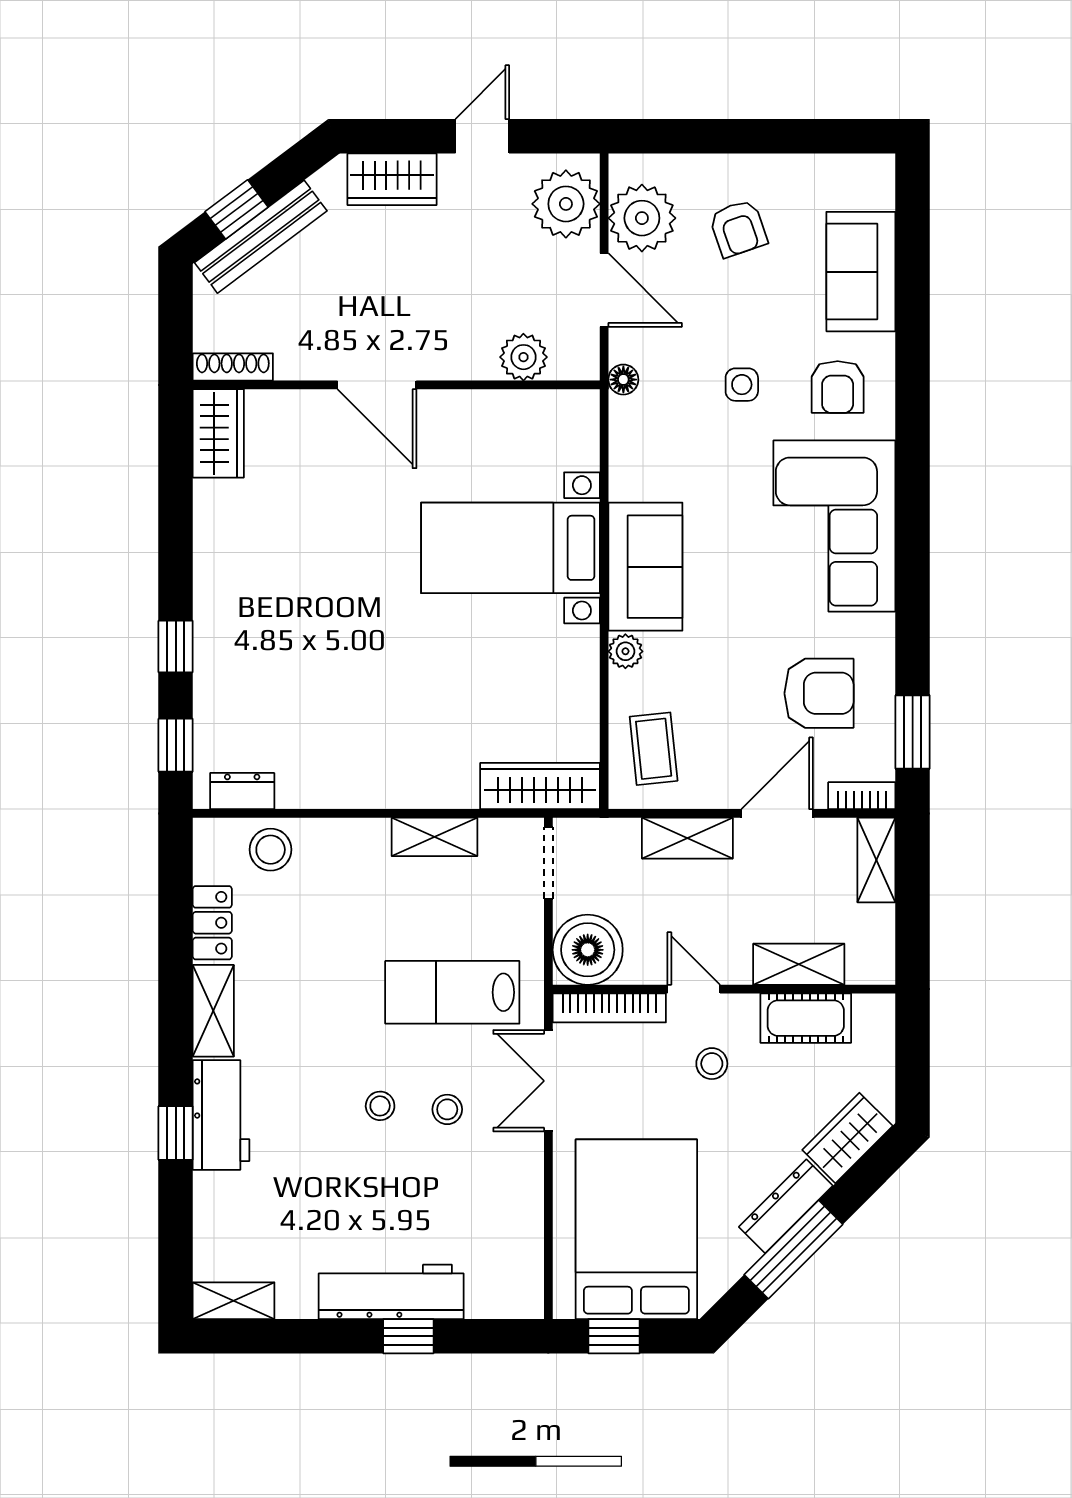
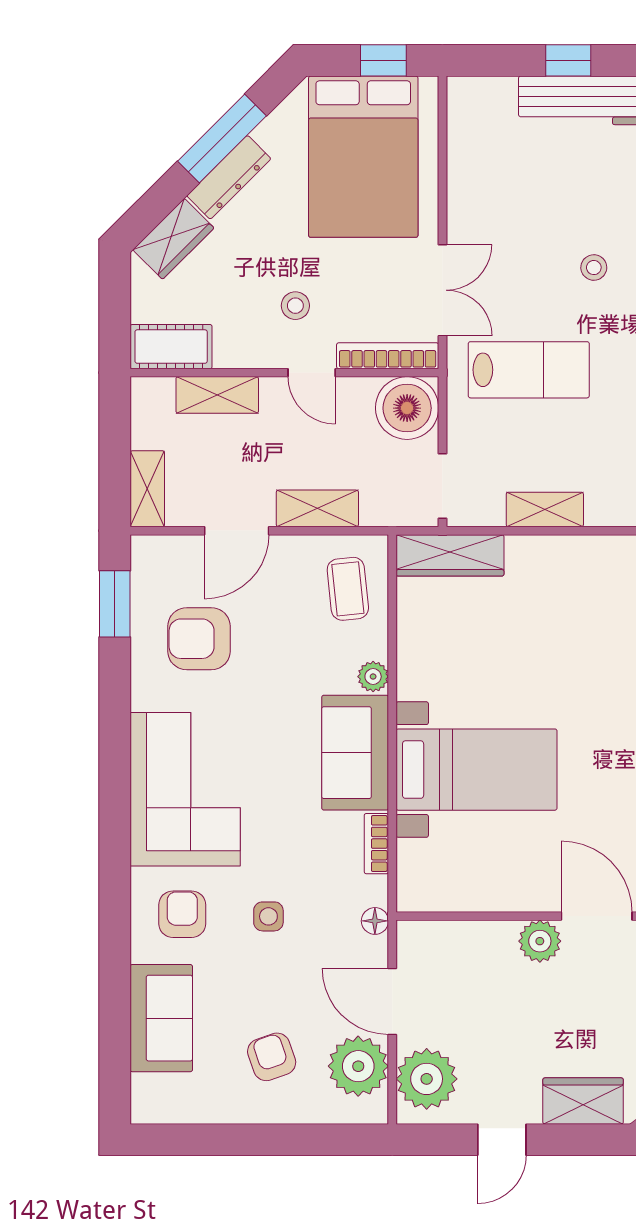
plant: (523, 357) -> (540, 941), moved
bookcase: (862, 796) -> (376, 844), moved, turned 90
cot: (806, 1018) -> (171, 347), moved
stool: (447, 1109) -> (533, 264), removed

